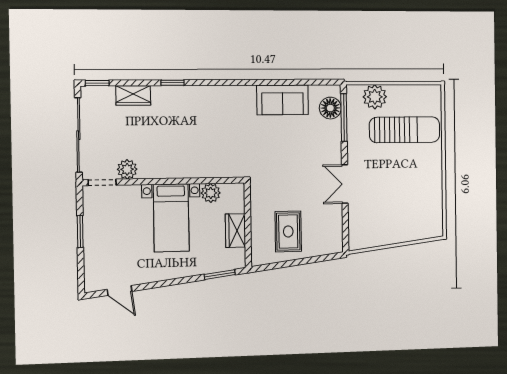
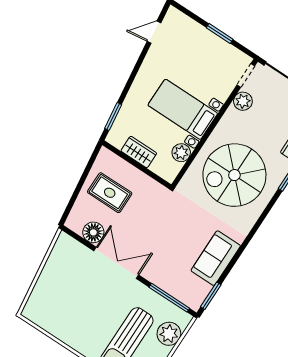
window: (318, 82) -> (211, 296), added
floor lamp: (330, 108) -> (93, 232), moved
spiral stairs: (198, 132) -> (234, 175), added
double door: (345, 184) -> (116, 263), width x1.37

